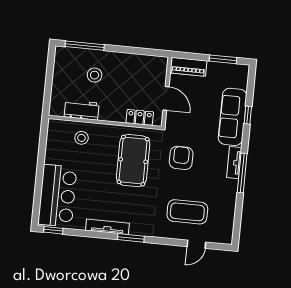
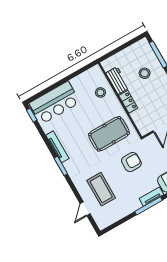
locker: (140, 117) -> (128, 102), moved
door: (196, 244) -> (85, 209), hinge flipped

